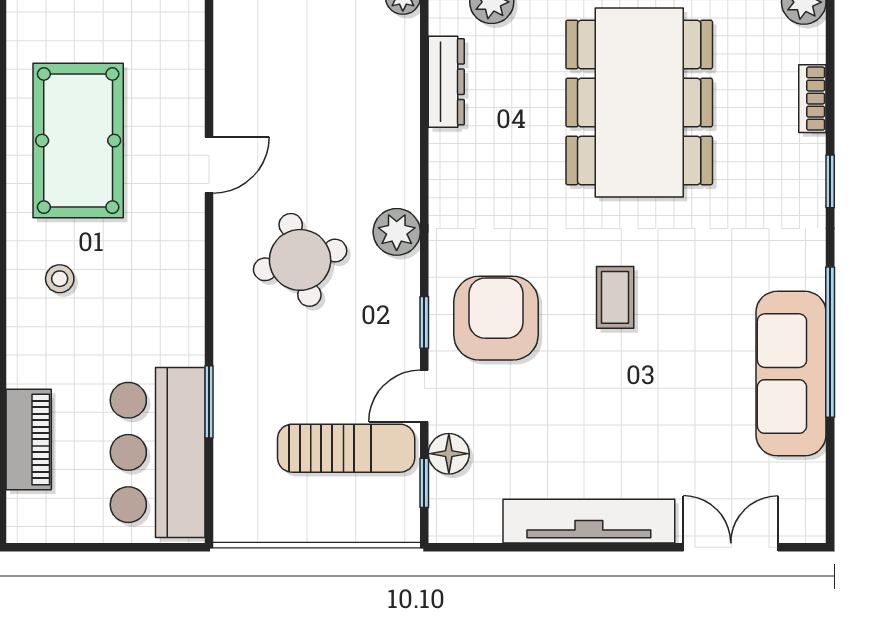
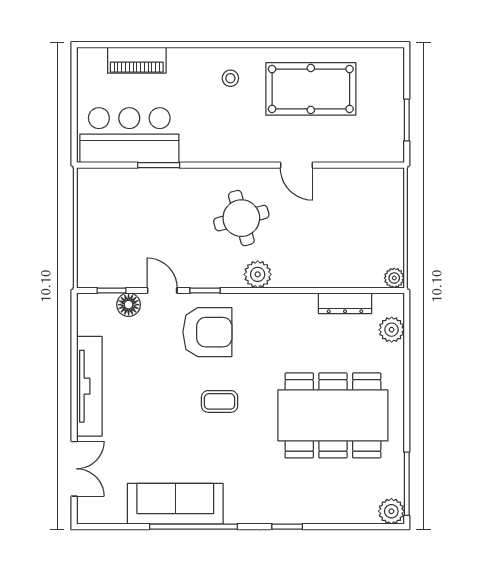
bookcase: (812, 99) -> (335, 516), removed
sun lounger: (346, 448) -> (132, 245), removed

